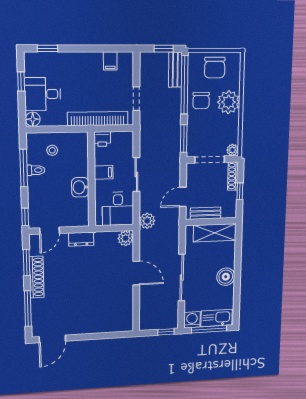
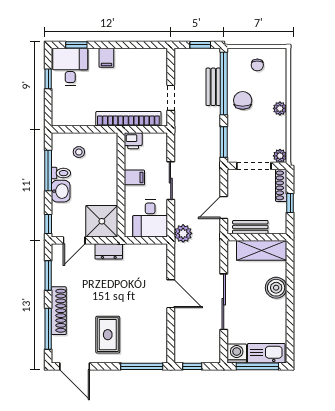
filing cabinet: (110, 61) -> (106, 58), moved
chair: (215, 68) -> (257, 65), width x0.54, depth x0.54
bench: (175, 70) -> (213, 87), moved
desk: (43, 94) -> (70, 67), moved, turned 90
chair: (201, 100) -> (243, 100), turned 180
plant: (229, 102) -> (280, 108), width x0.53, depth x0.53
floor lamp: (33, 119) -> (59, 118), removed
washbasin: (80, 187) -> (61, 191), moved, turned 180
shower: (74, 213) -> (102, 221), added
plant: (126, 238) -> (159, 253), removed
shoe rack: (37, 277) -> (59, 311), moved
boiler: (226, 277) -> (276, 288), moved
rug: (81, 311) -> (108, 335), added
window: (166, 332) -> (192, 366), moved
window: (111, 335) -> (142, 366), added
door: (52, 339) -> (75, 366), hinge flipped

